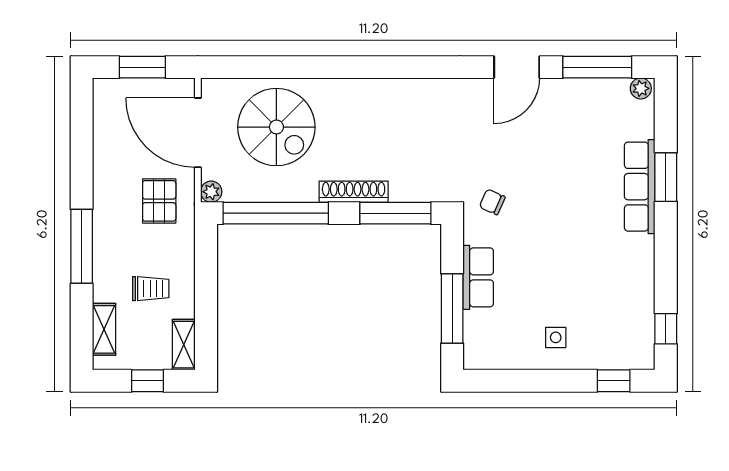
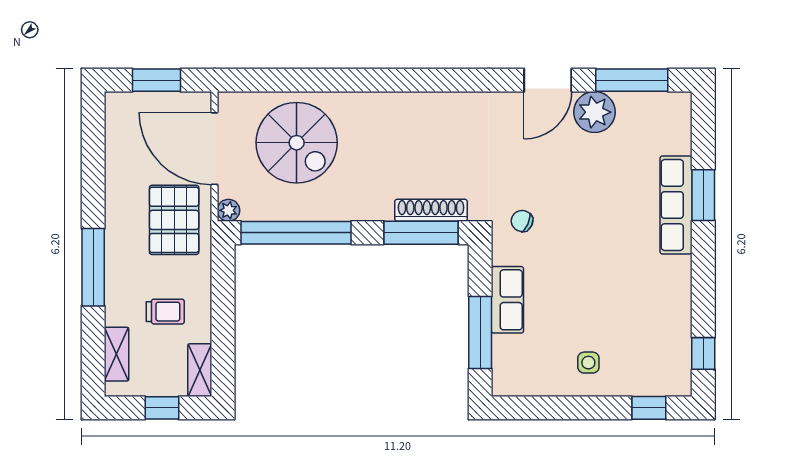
plant: (641, 88) -> (595, 112), moved, width x1.87, depth x1.87
shoe rack: (354, 192) -> (431, 210), moved
pallet: (159, 201) -> (174, 220), width x1.50, depth x1.42

